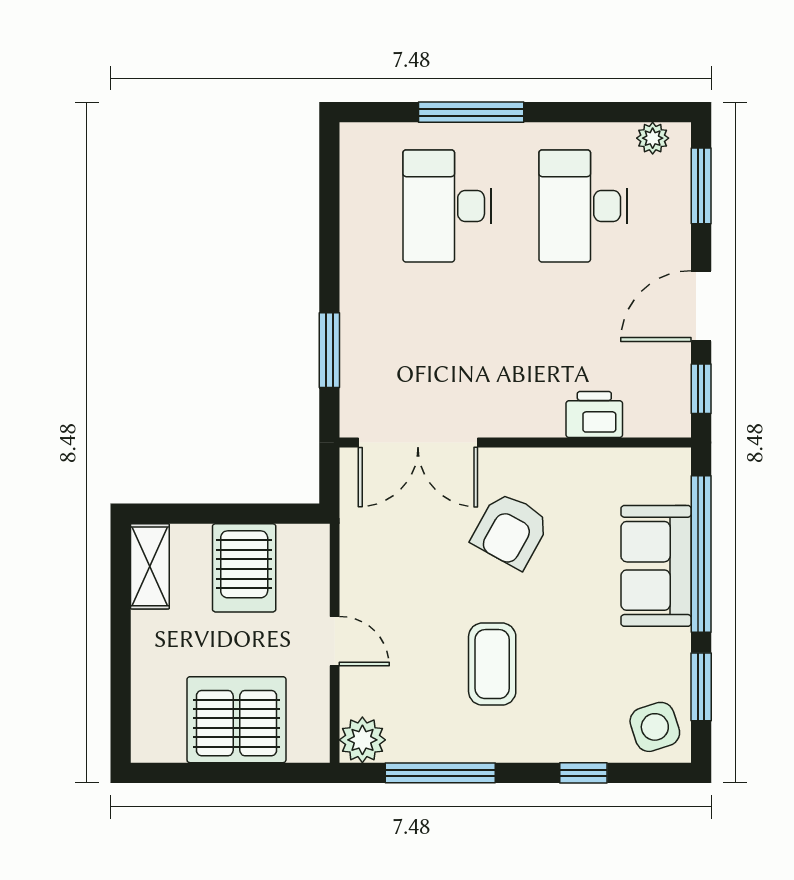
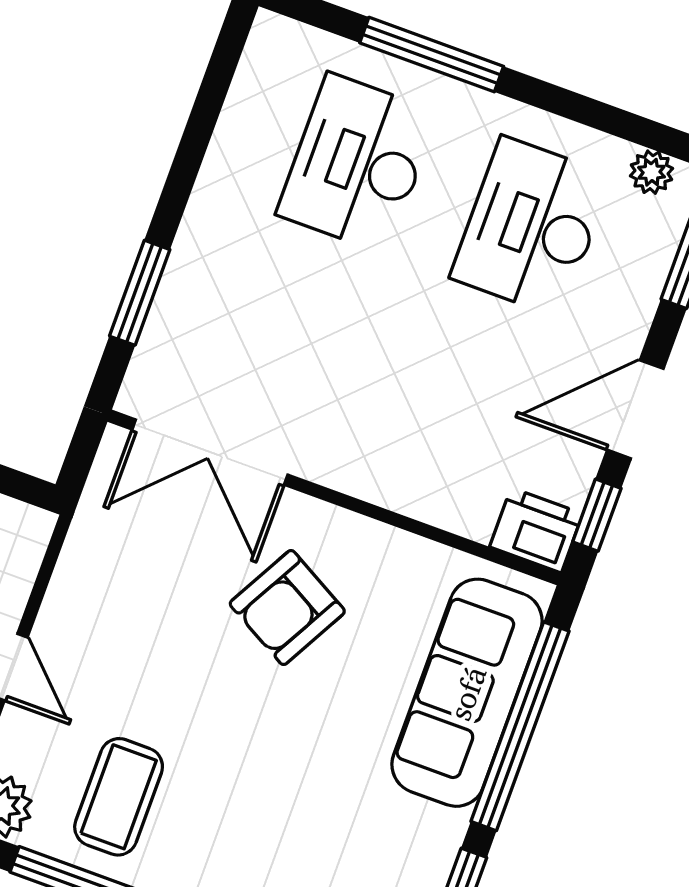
printer: (594, 415) -> (536, 530), moved
sofa: (656, 566) -> (467, 693), width x1.36
coffee table: (492, 664) -> (119, 797), moved

